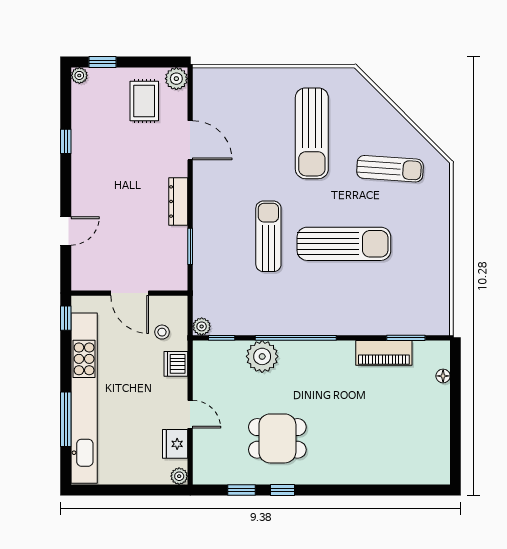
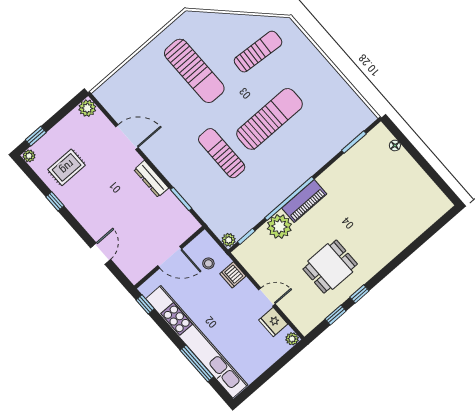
rug: (144, 101) -> (67, 167), moved, turned 90
piano: (384, 353) -> (304, 201), moved

